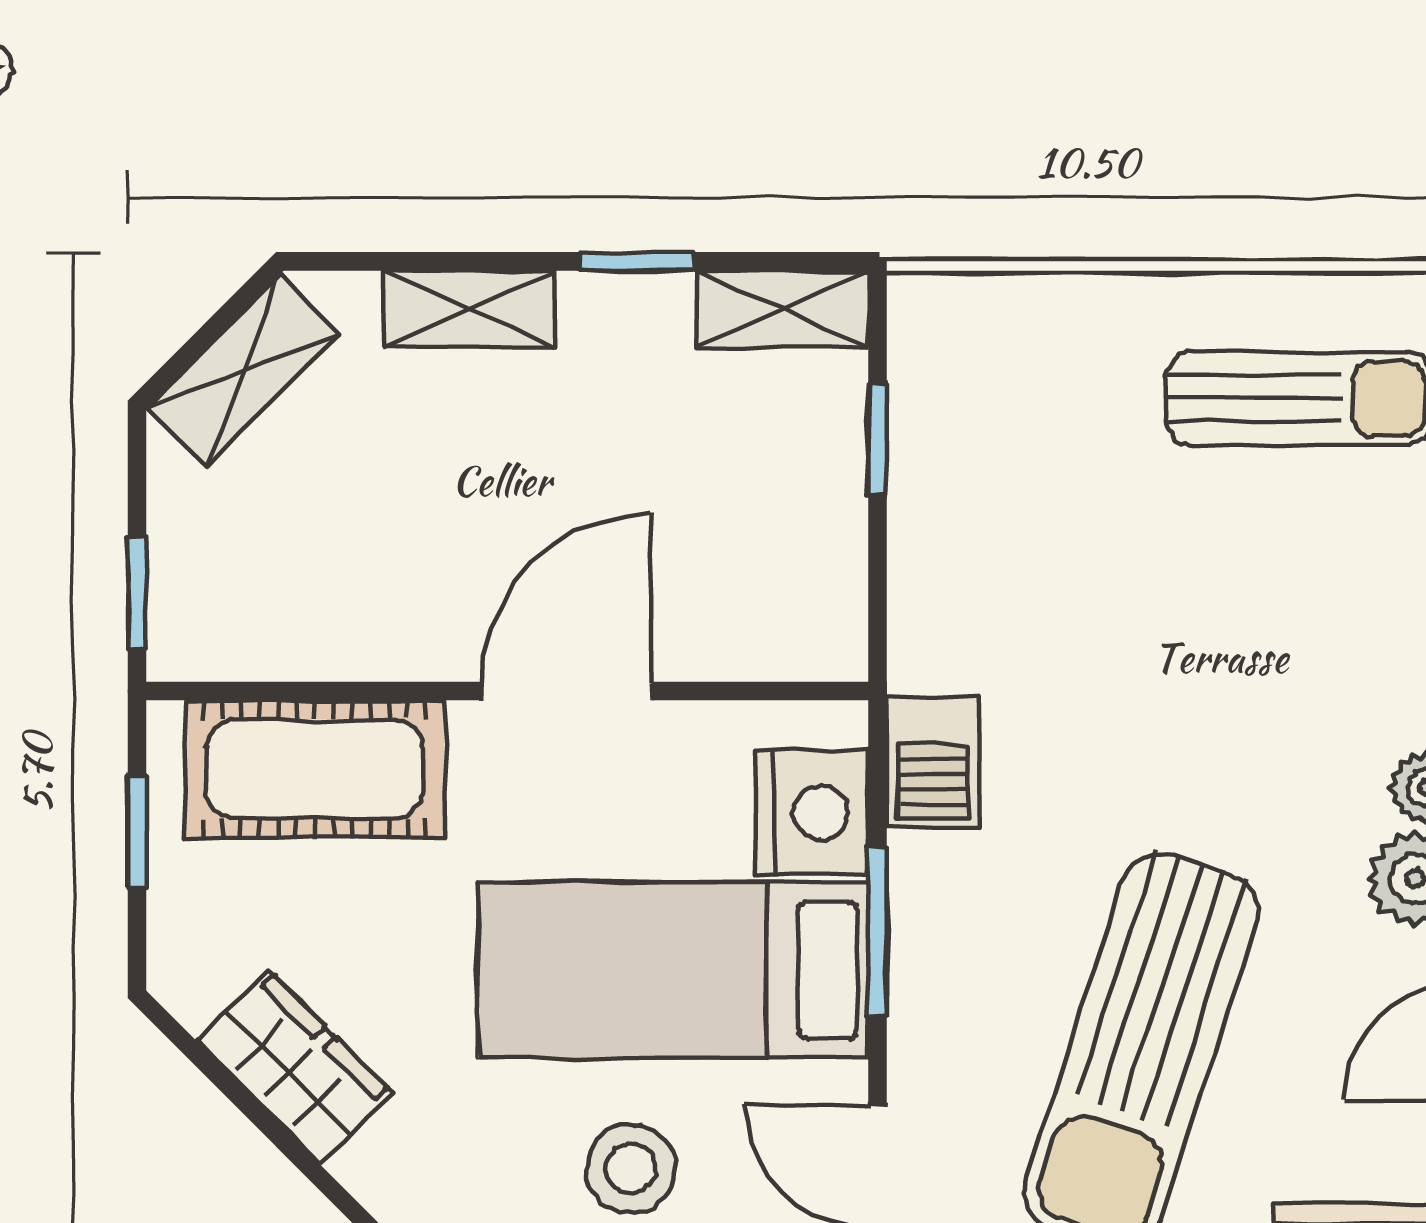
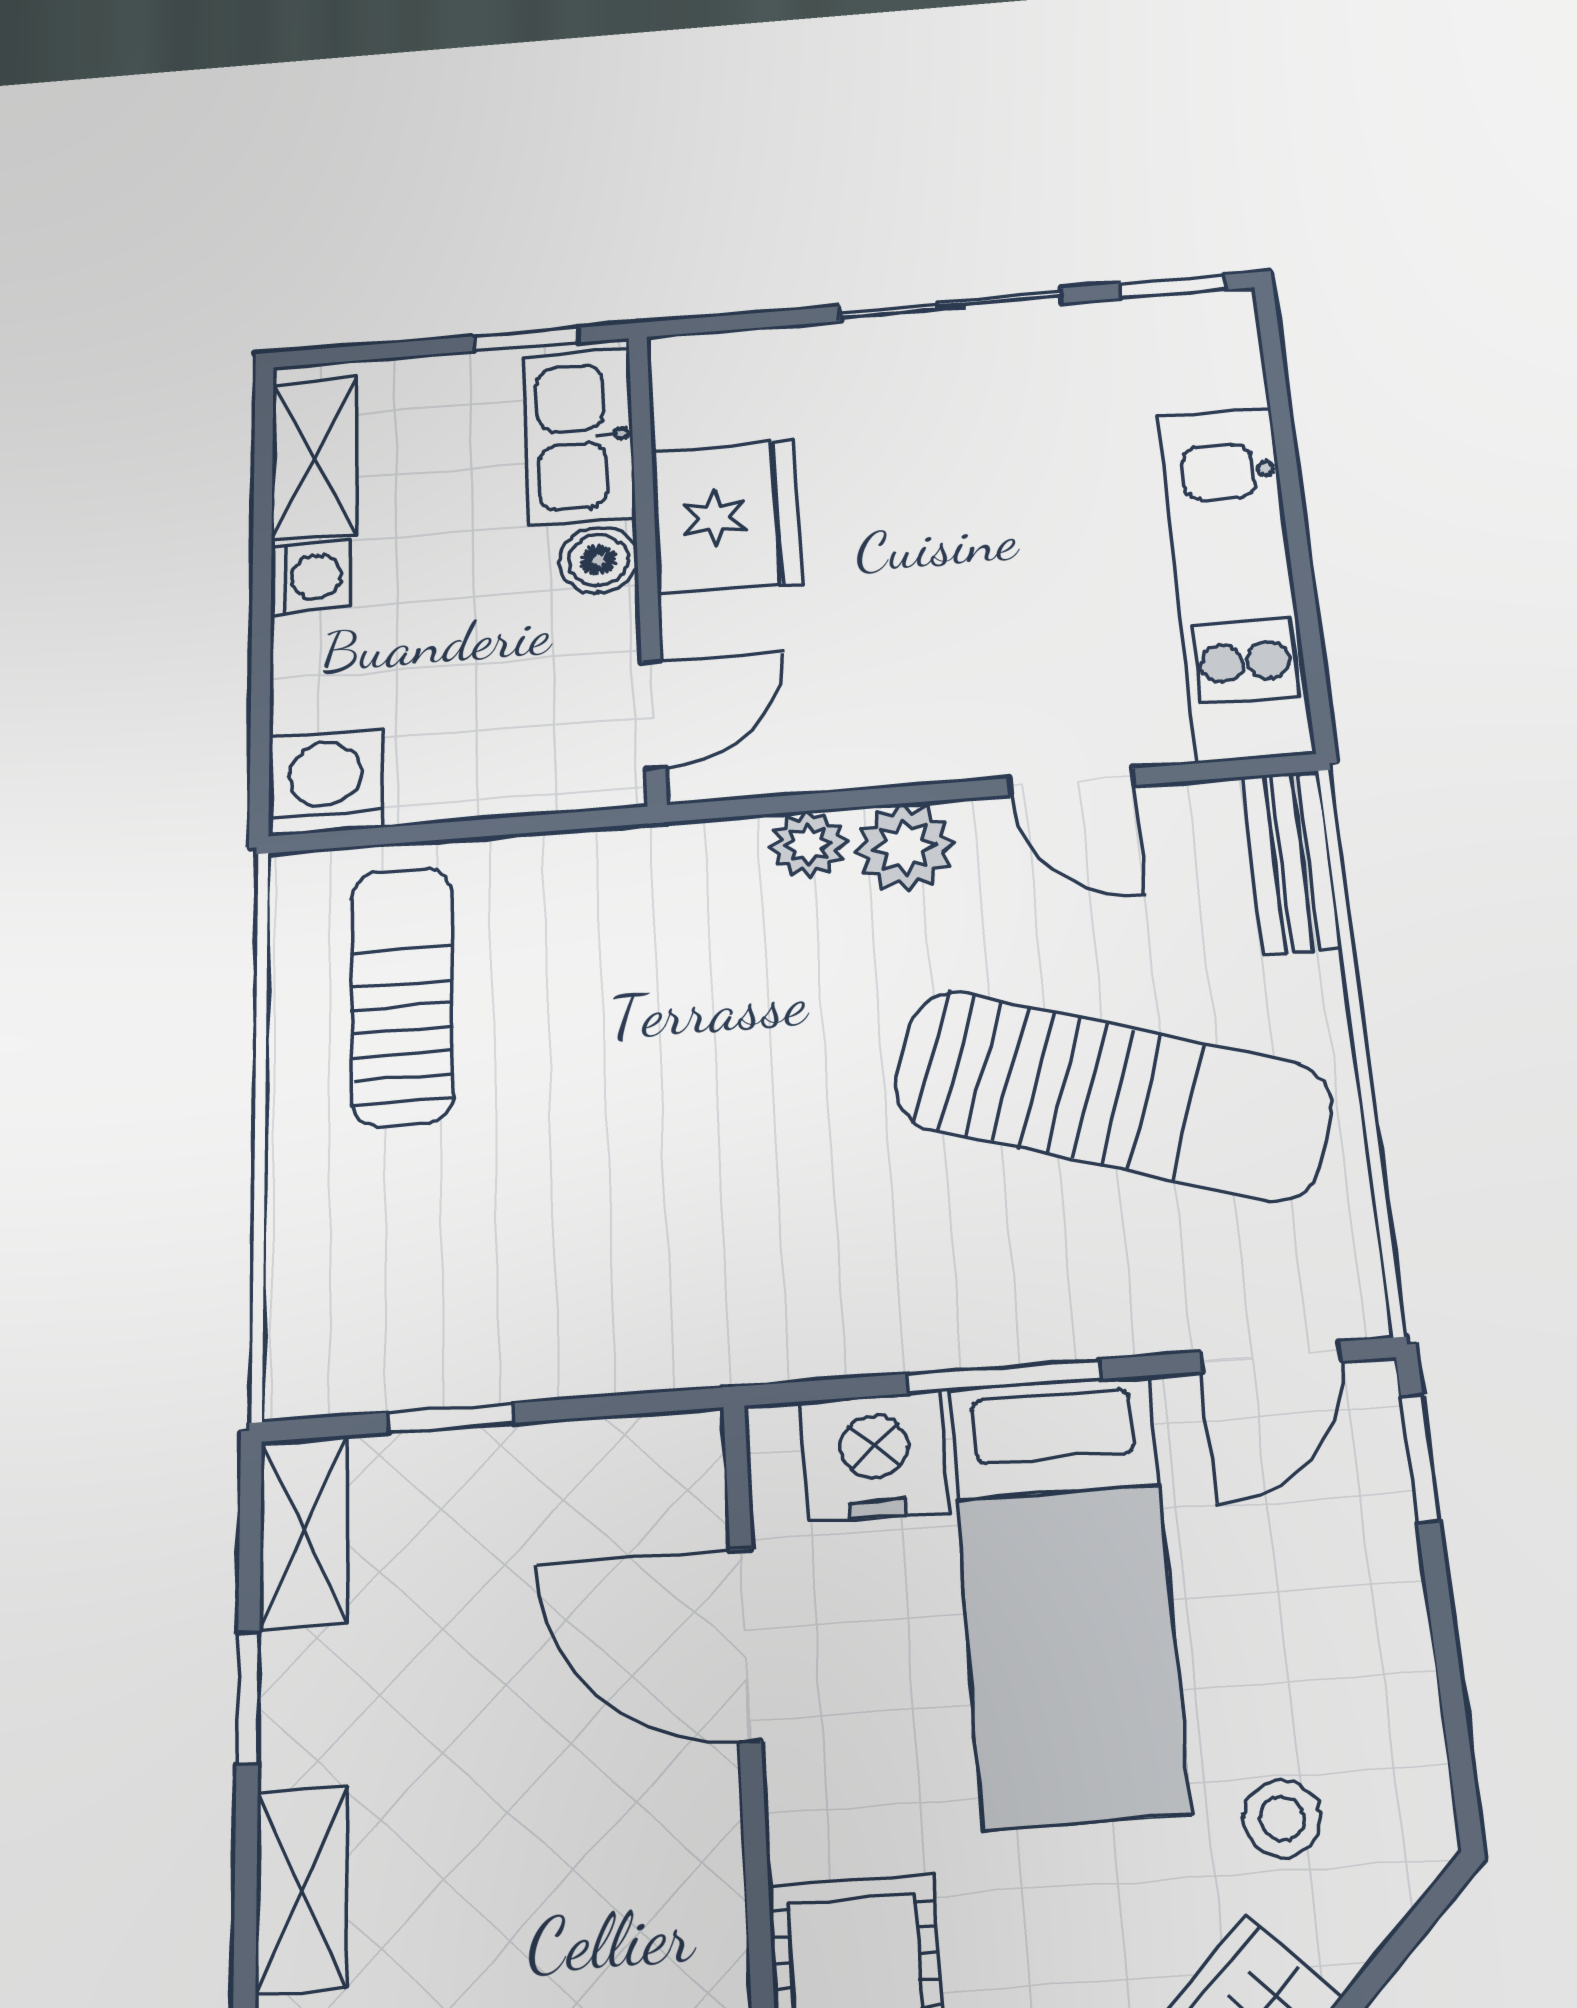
door: (567, 691) -> (745, 1645), moved
barbecue: (933, 762) -> (810, 1332), removed
stool: (631, 1169) -> (1282, 1819), moved, width x0.73, depth x0.73

